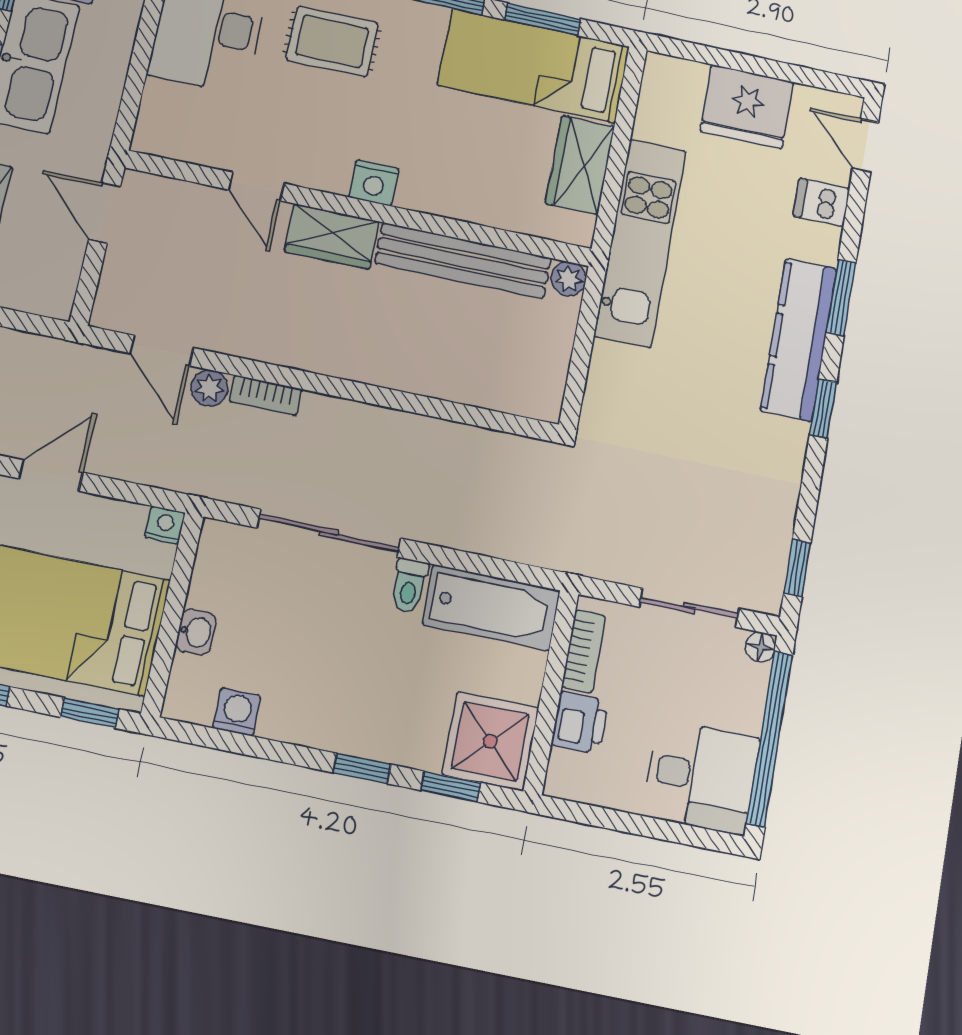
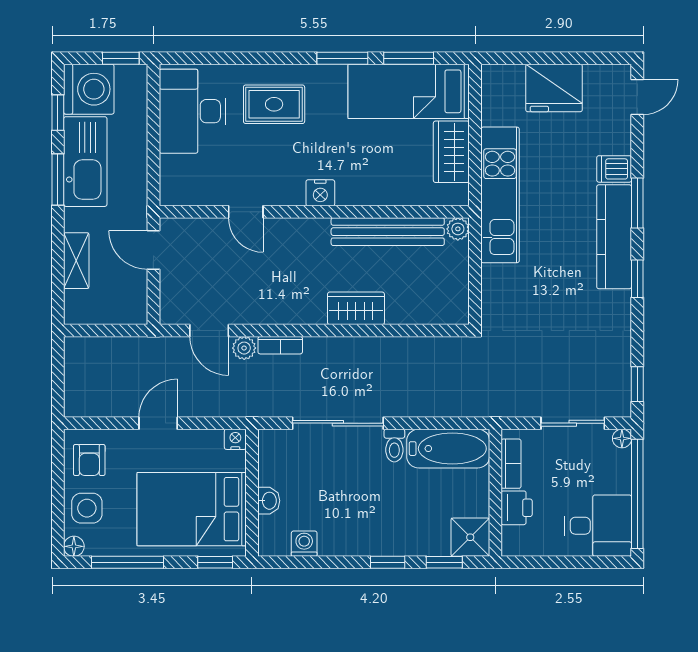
door: (866, 145) -> (637, 97), swing flipped
dishwasher: (821, 202) -> (614, 169), moved
wardrobe: (332, 236) -> (356, 308), moved, turned 180
shower: (490, 741) -> (470, 537), width x0.73, depth x0.73

